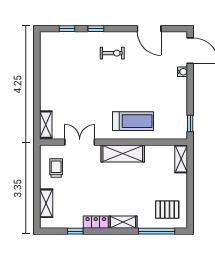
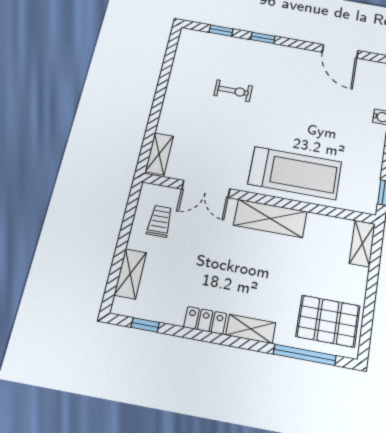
exercise bike: (112, 53) -> (233, 91), moved
treadmill: (133, 121) -> (295, 173), width x1.37, depth x1.37
double door: (80, 142) -> (206, 189), swing flipped
pallet: (167, 210) -> (328, 321), width x1.50, depth x1.42
window: (75, 231) -> (145, 325), moved

